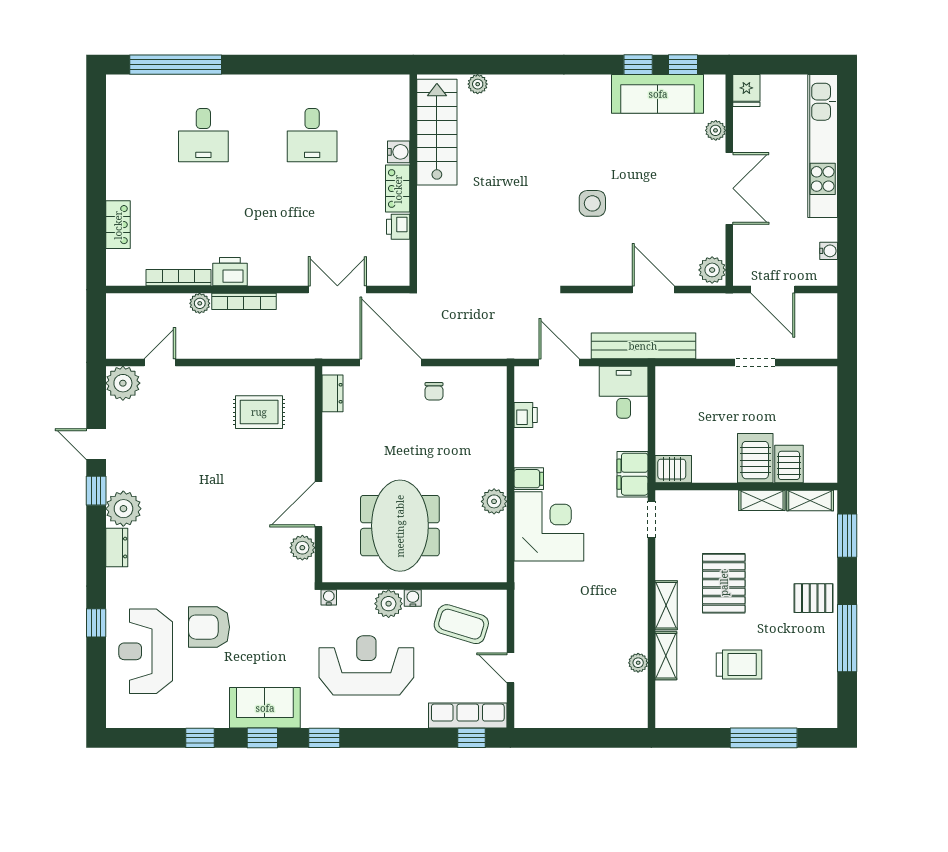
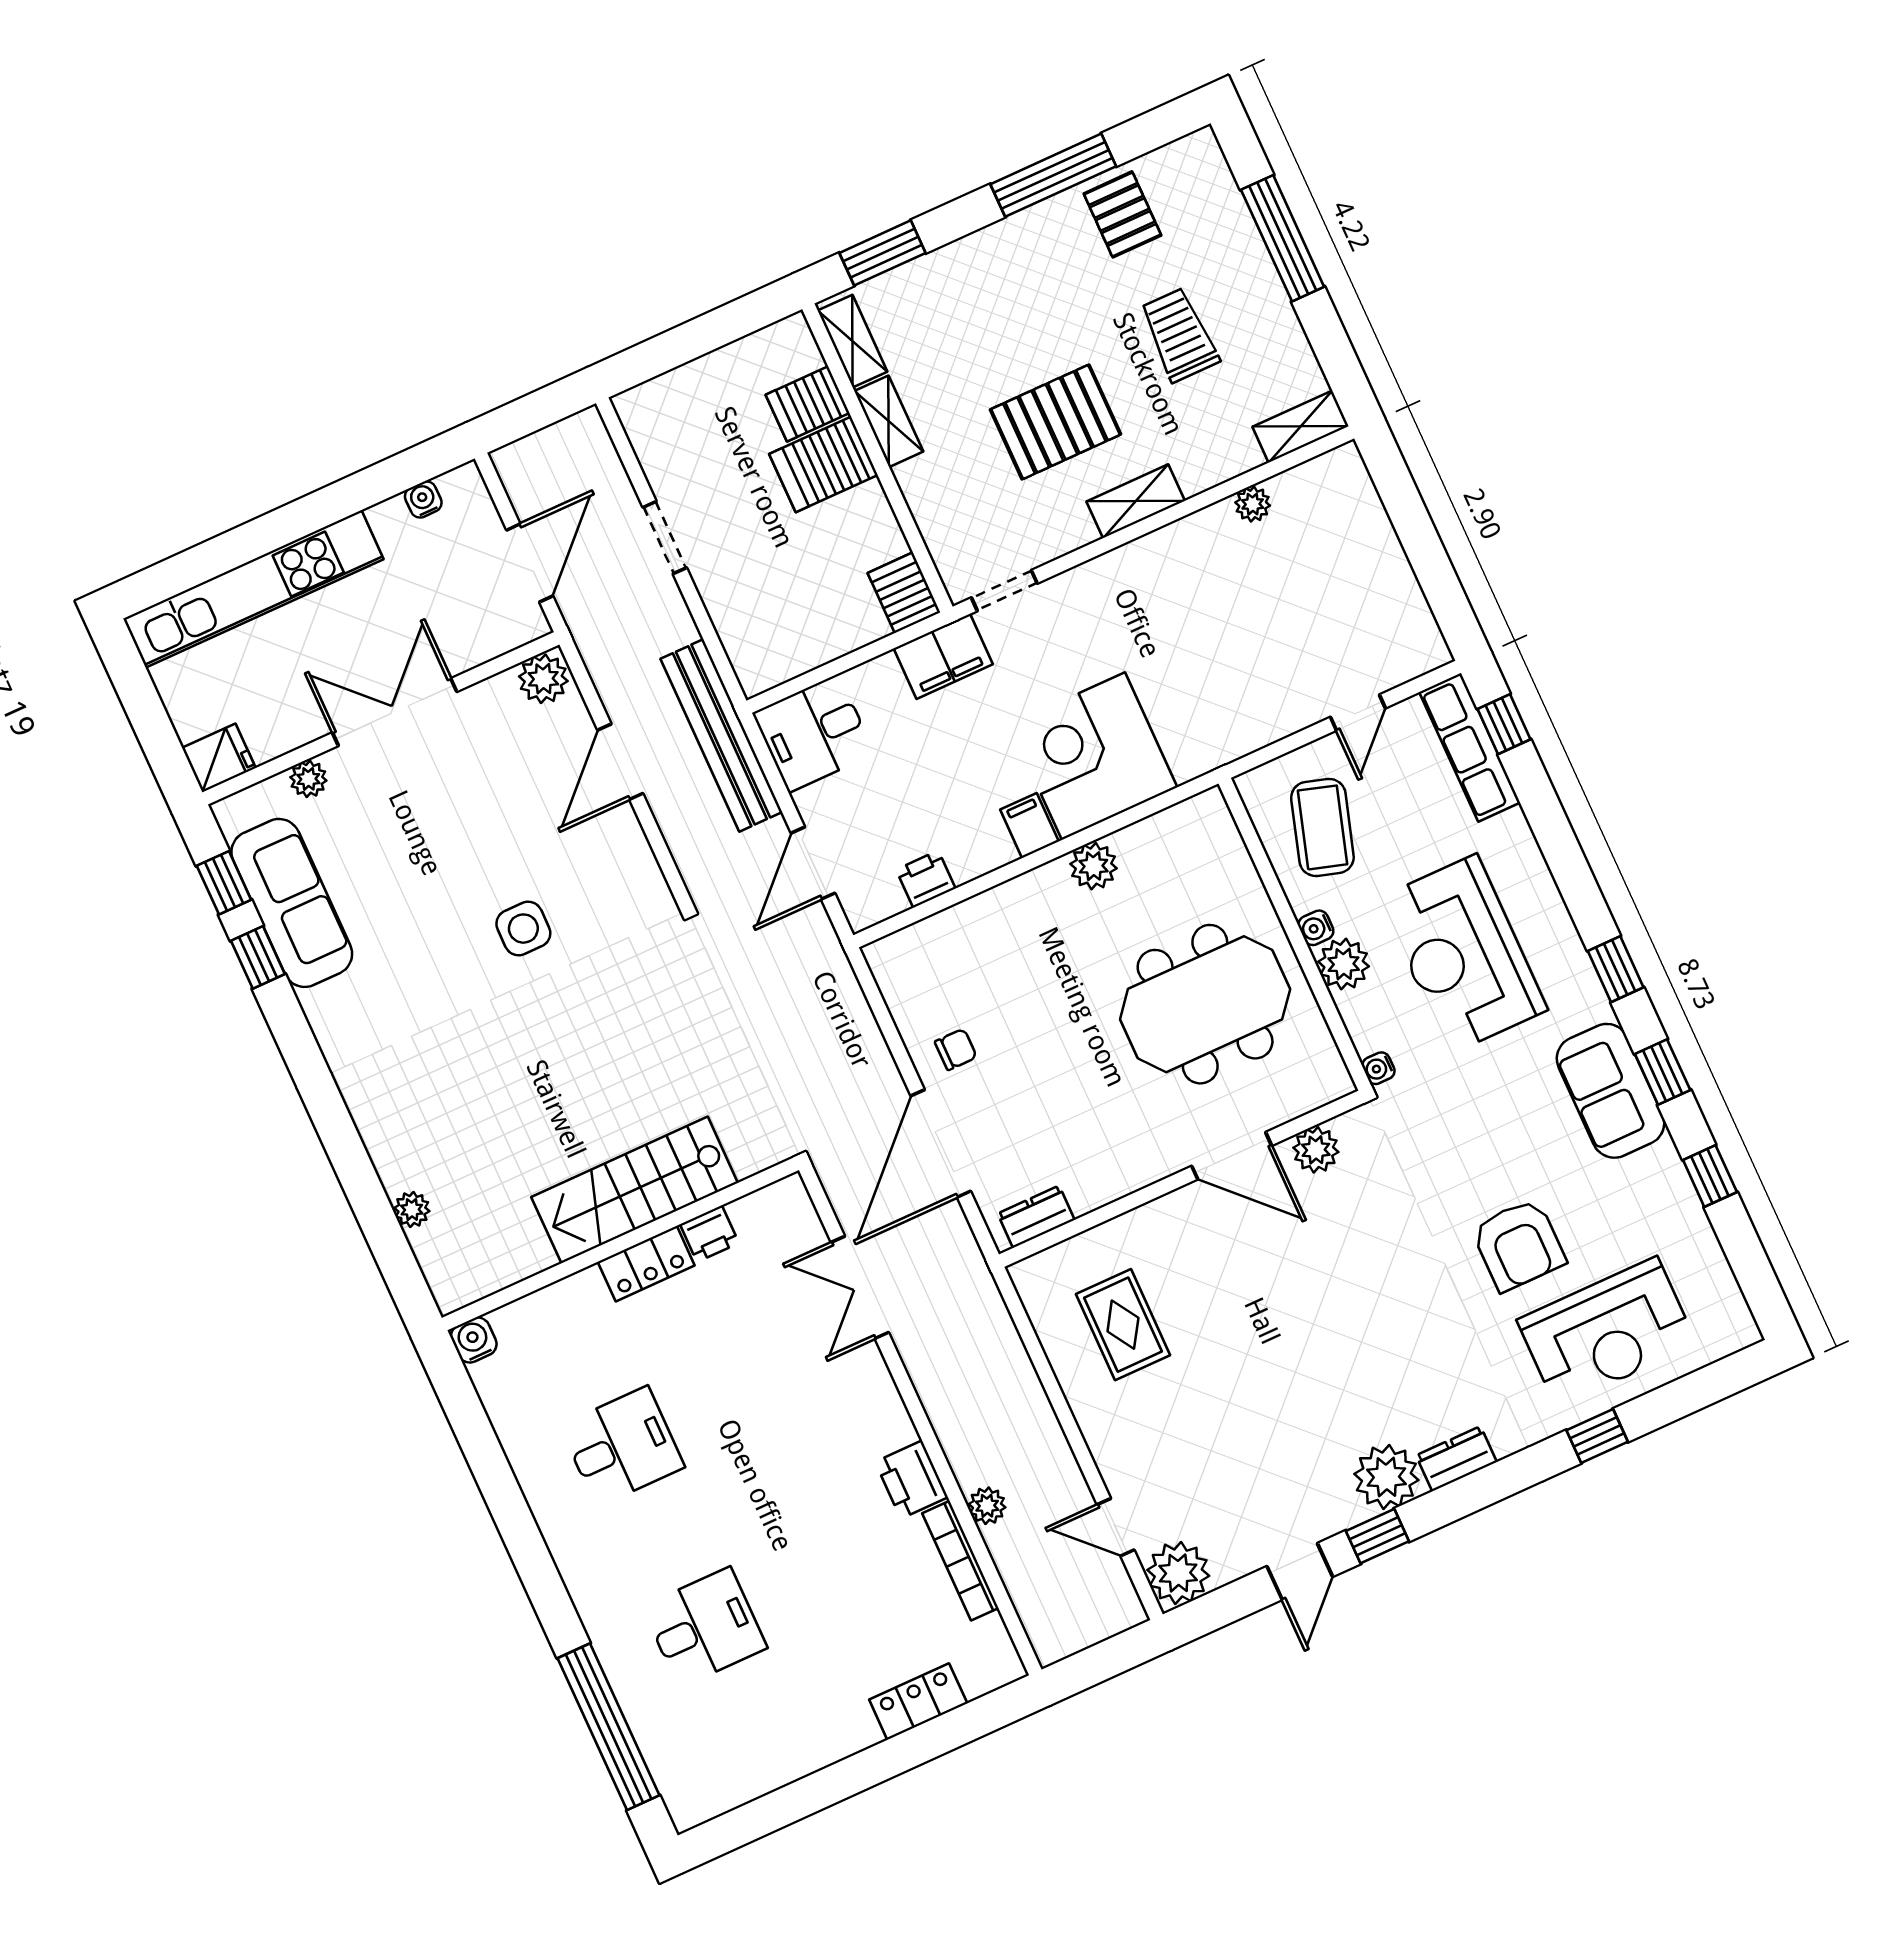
stairs: (437, 132) -> (635, 1190), moved
water cooler: (399, 152) -> (474, 1340), moved
bookcase: (244, 301) -> (950, 1434), removed
pallet: (814, 598) -> (1122, 214), moved
shelving: (666, 656) -> (1301, 426), moved

